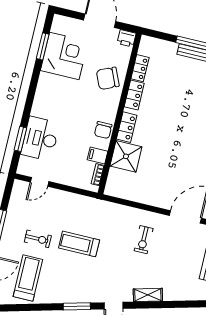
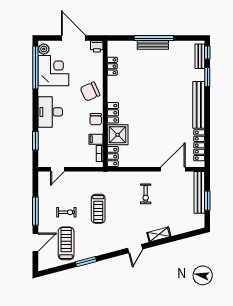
plant: (59, 26) -> (44, 49), added
window: (43, 46) -> (35, 68), width x2.11
chair: (108, 78) -> (90, 92), moved
locker: (134, 95) -> (113, 157), moved
desk: (40, 139) -> (50, 112), moved
treadmill: (79, 244) -> (98, 209), turned -90
window: (77, 306) -> (86, 262), moved

